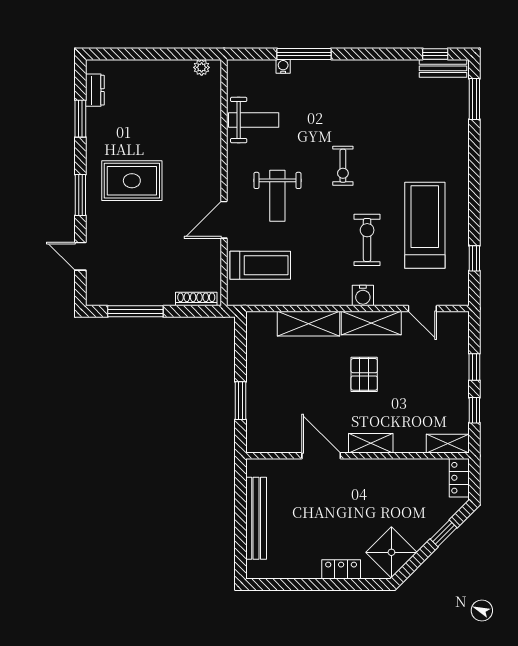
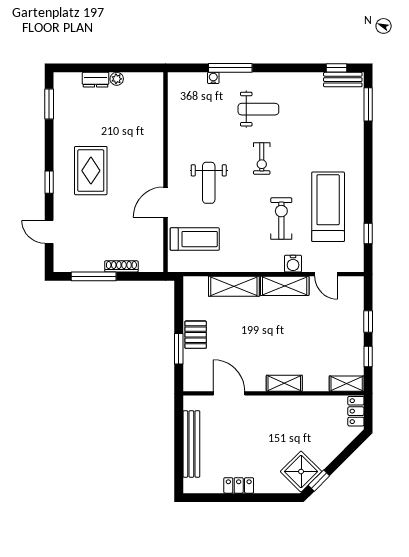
plant: (202, 67) -> (117, 79), moved
dresser: (95, 90) -> (96, 80), moved, turned 90
window: (80, 119) -> (49, 104), moved
weight bench: (254, 120) -> (258, 109), moved
rug: (132, 181) -> (91, 171), turned 90
window: (80, 195) -> (49, 182), width x0.67
water cooler: (363, 296) -> (293, 264), moved
shoe rack: (196, 299) -> (121, 266), moved
pallet: (364, 374) -> (196, 335), moved
door: (321, 456) -> (229, 393), moved
window: (444, 533) -> (319, 481), moved
locker: (341, 569) -> (239, 485), moved

